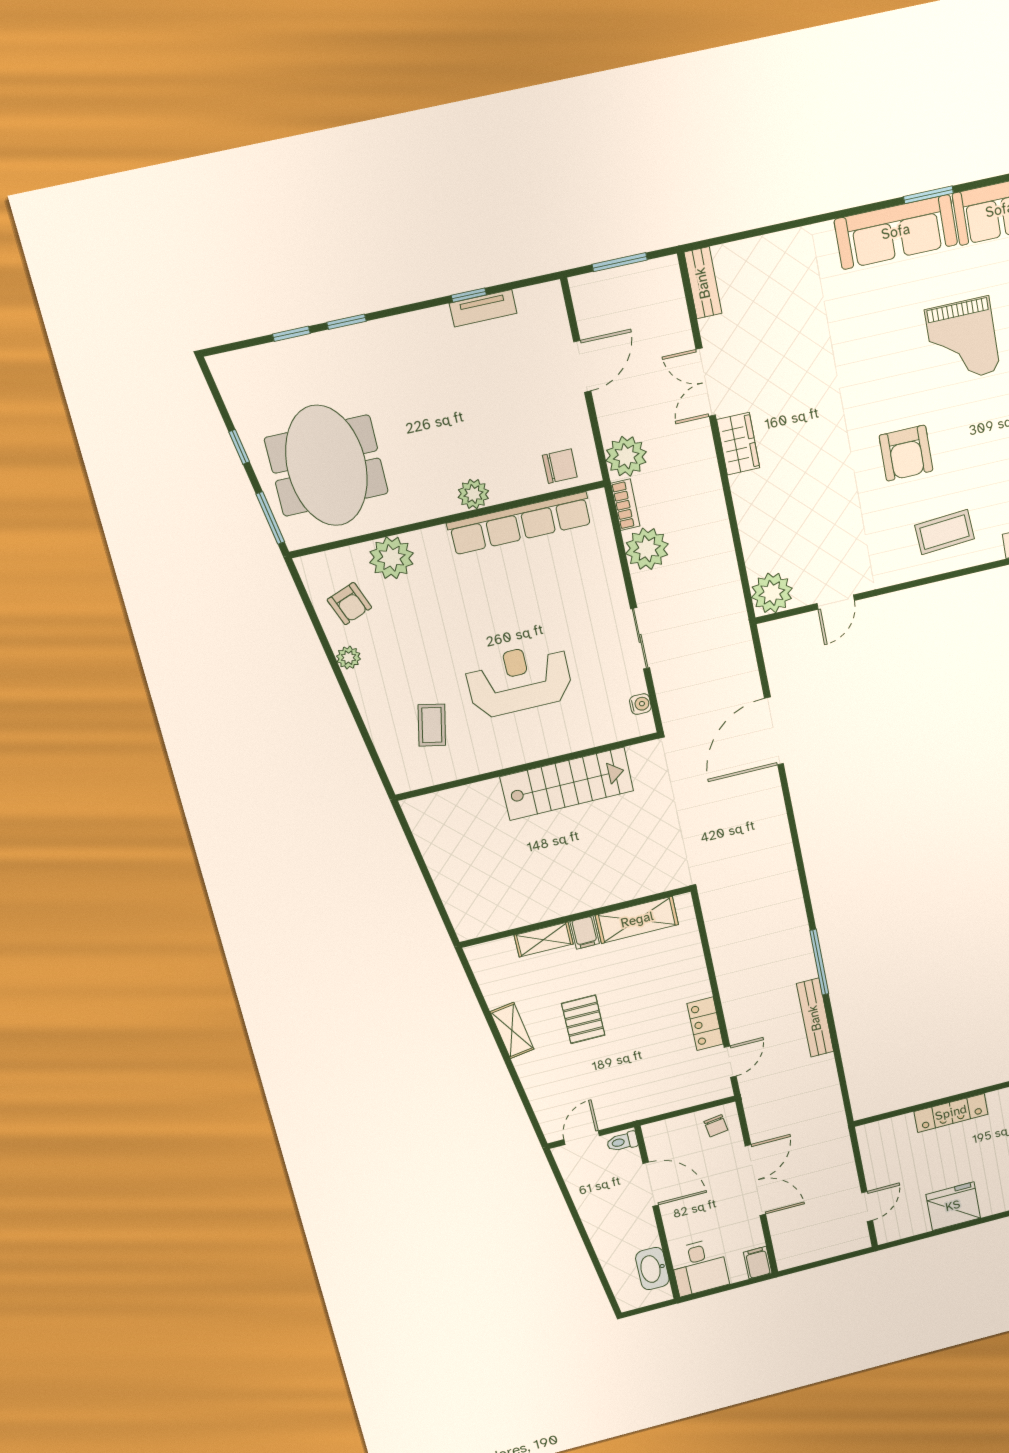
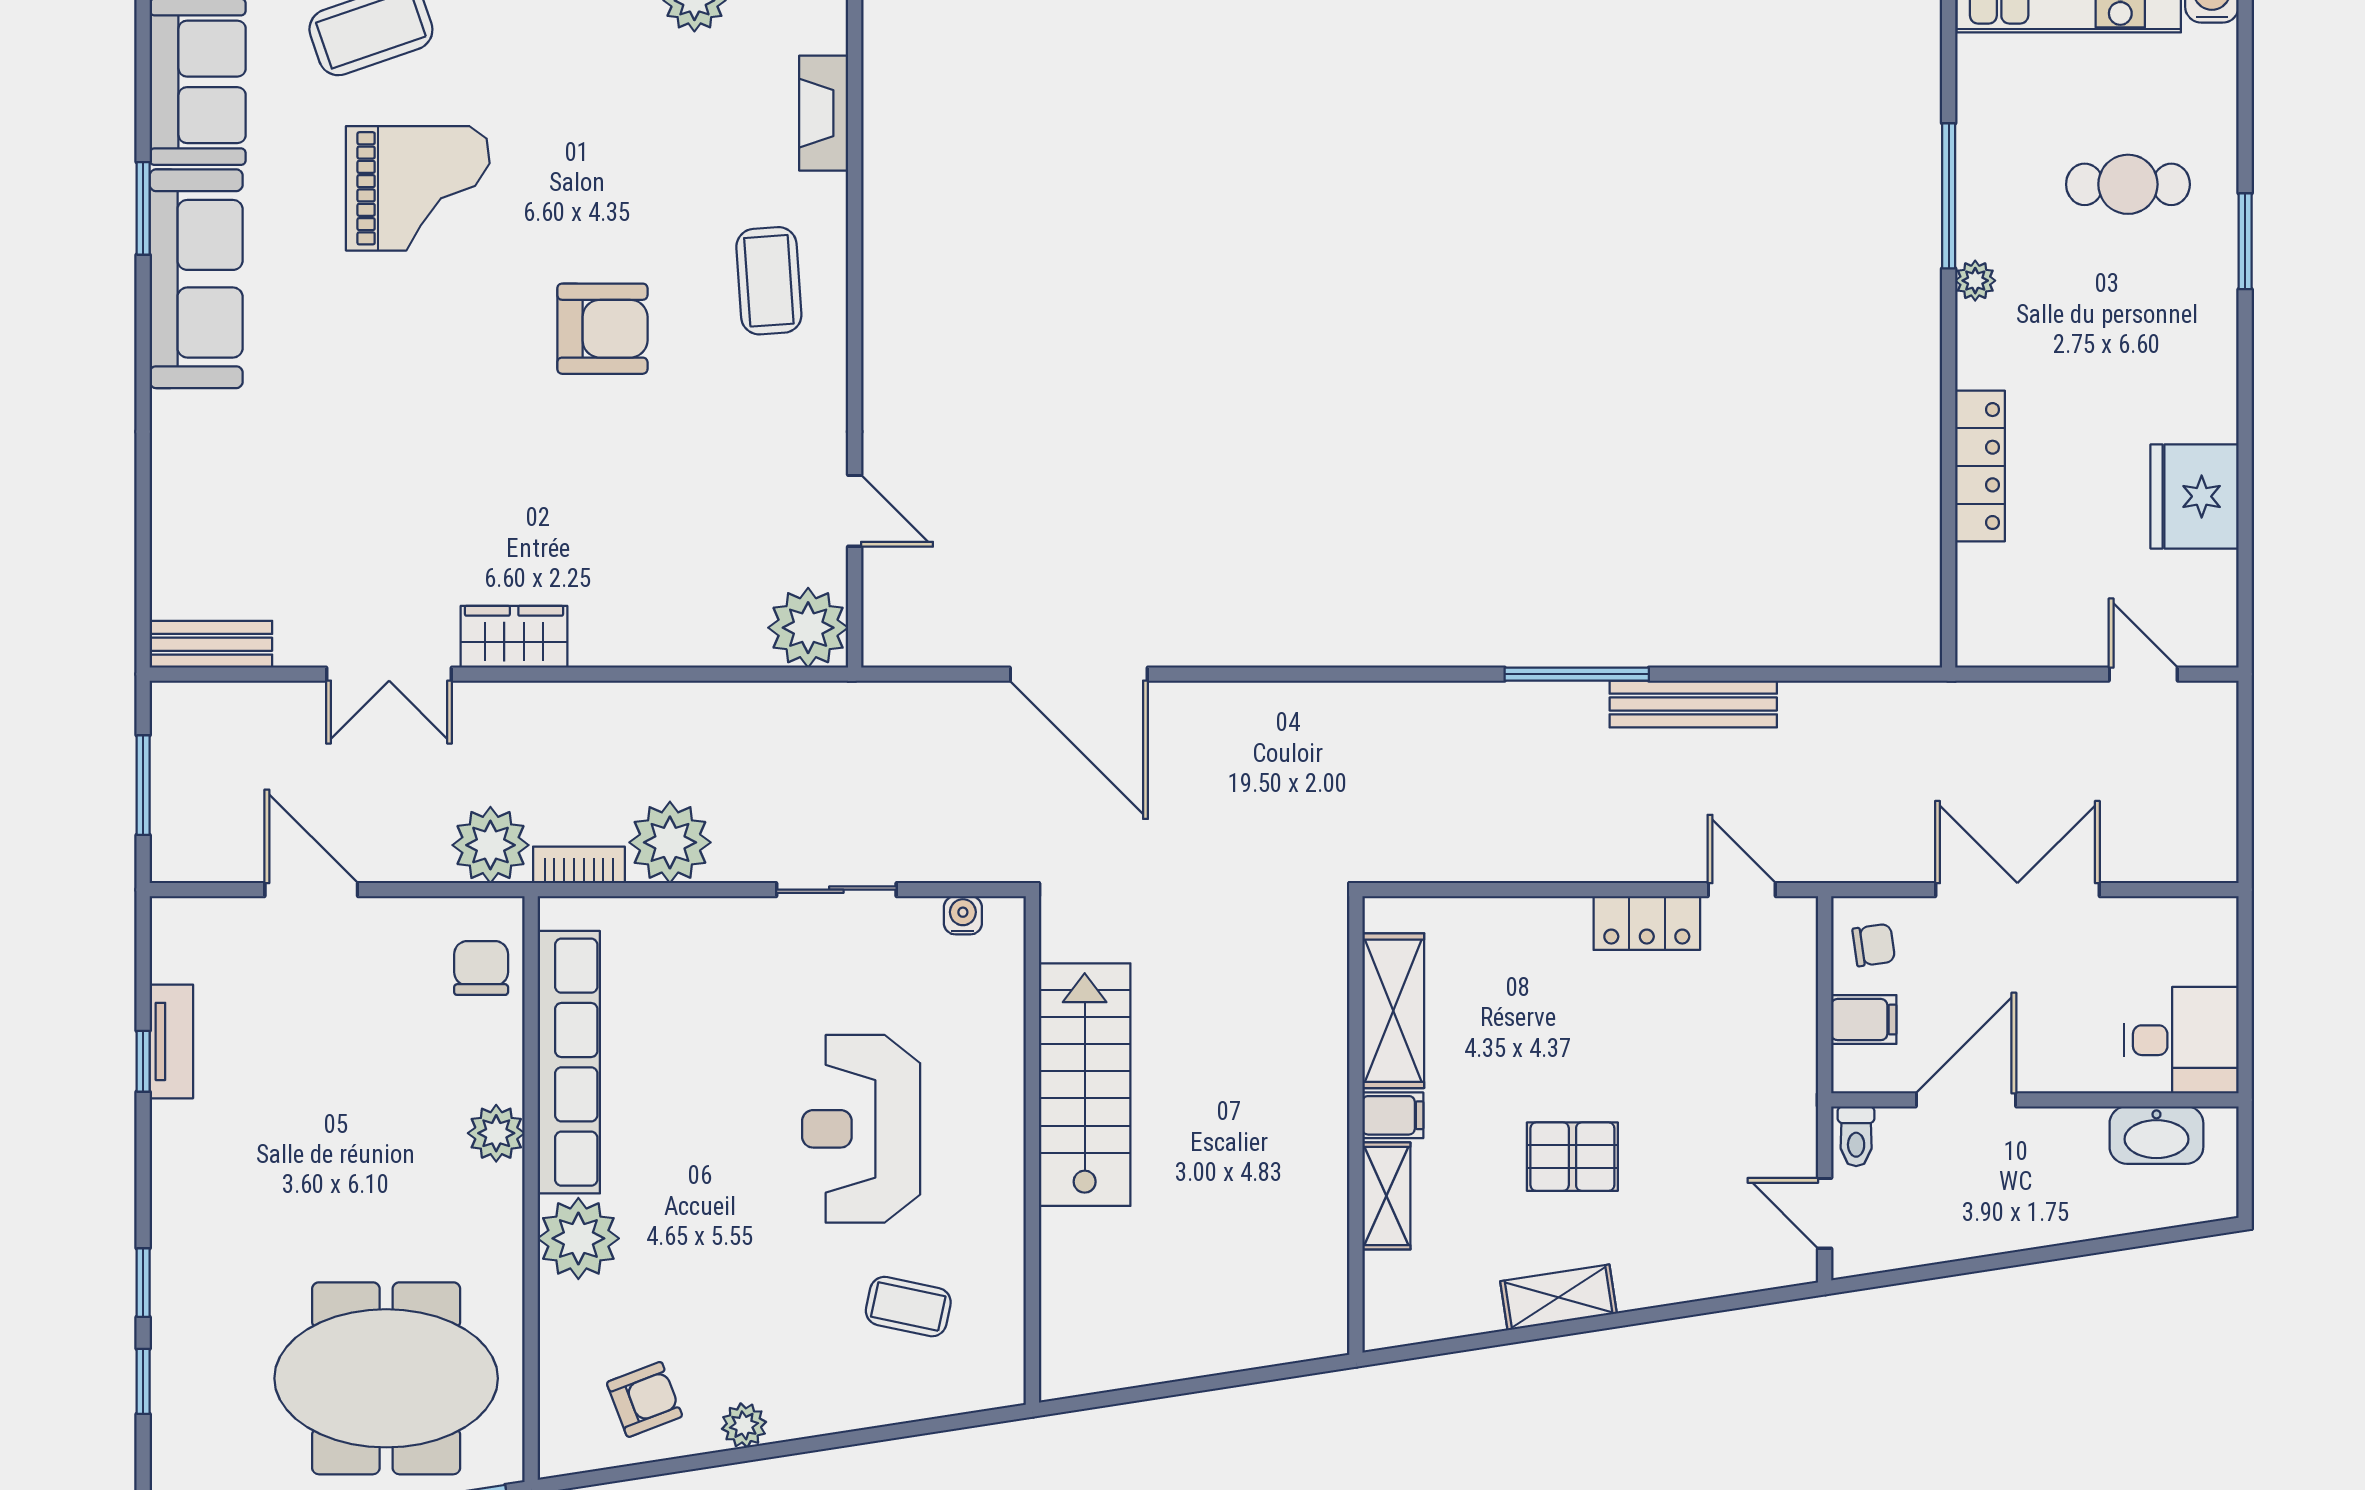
plant: (391, 558) -> (578, 1238), moved
filing cabinet: (758, 1263) -> (1864, 1020), moved, turned 180

